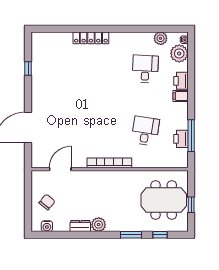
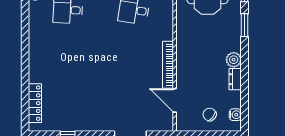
locker: (91, 38) -> (35, 103), moved
bookcase: (109, 163) -> (168, 65), moved

